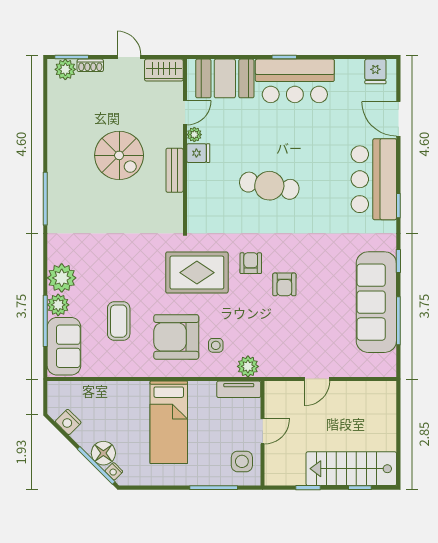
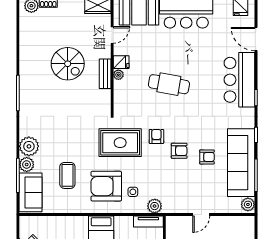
plant: (194, 135) -> (118, 75), moved
armchair: (284, 284) -> (179, 151), turned -90
armchair: (326, 294) -> (207, 157), added
plant: (386, 364) -> (248, 204), added

